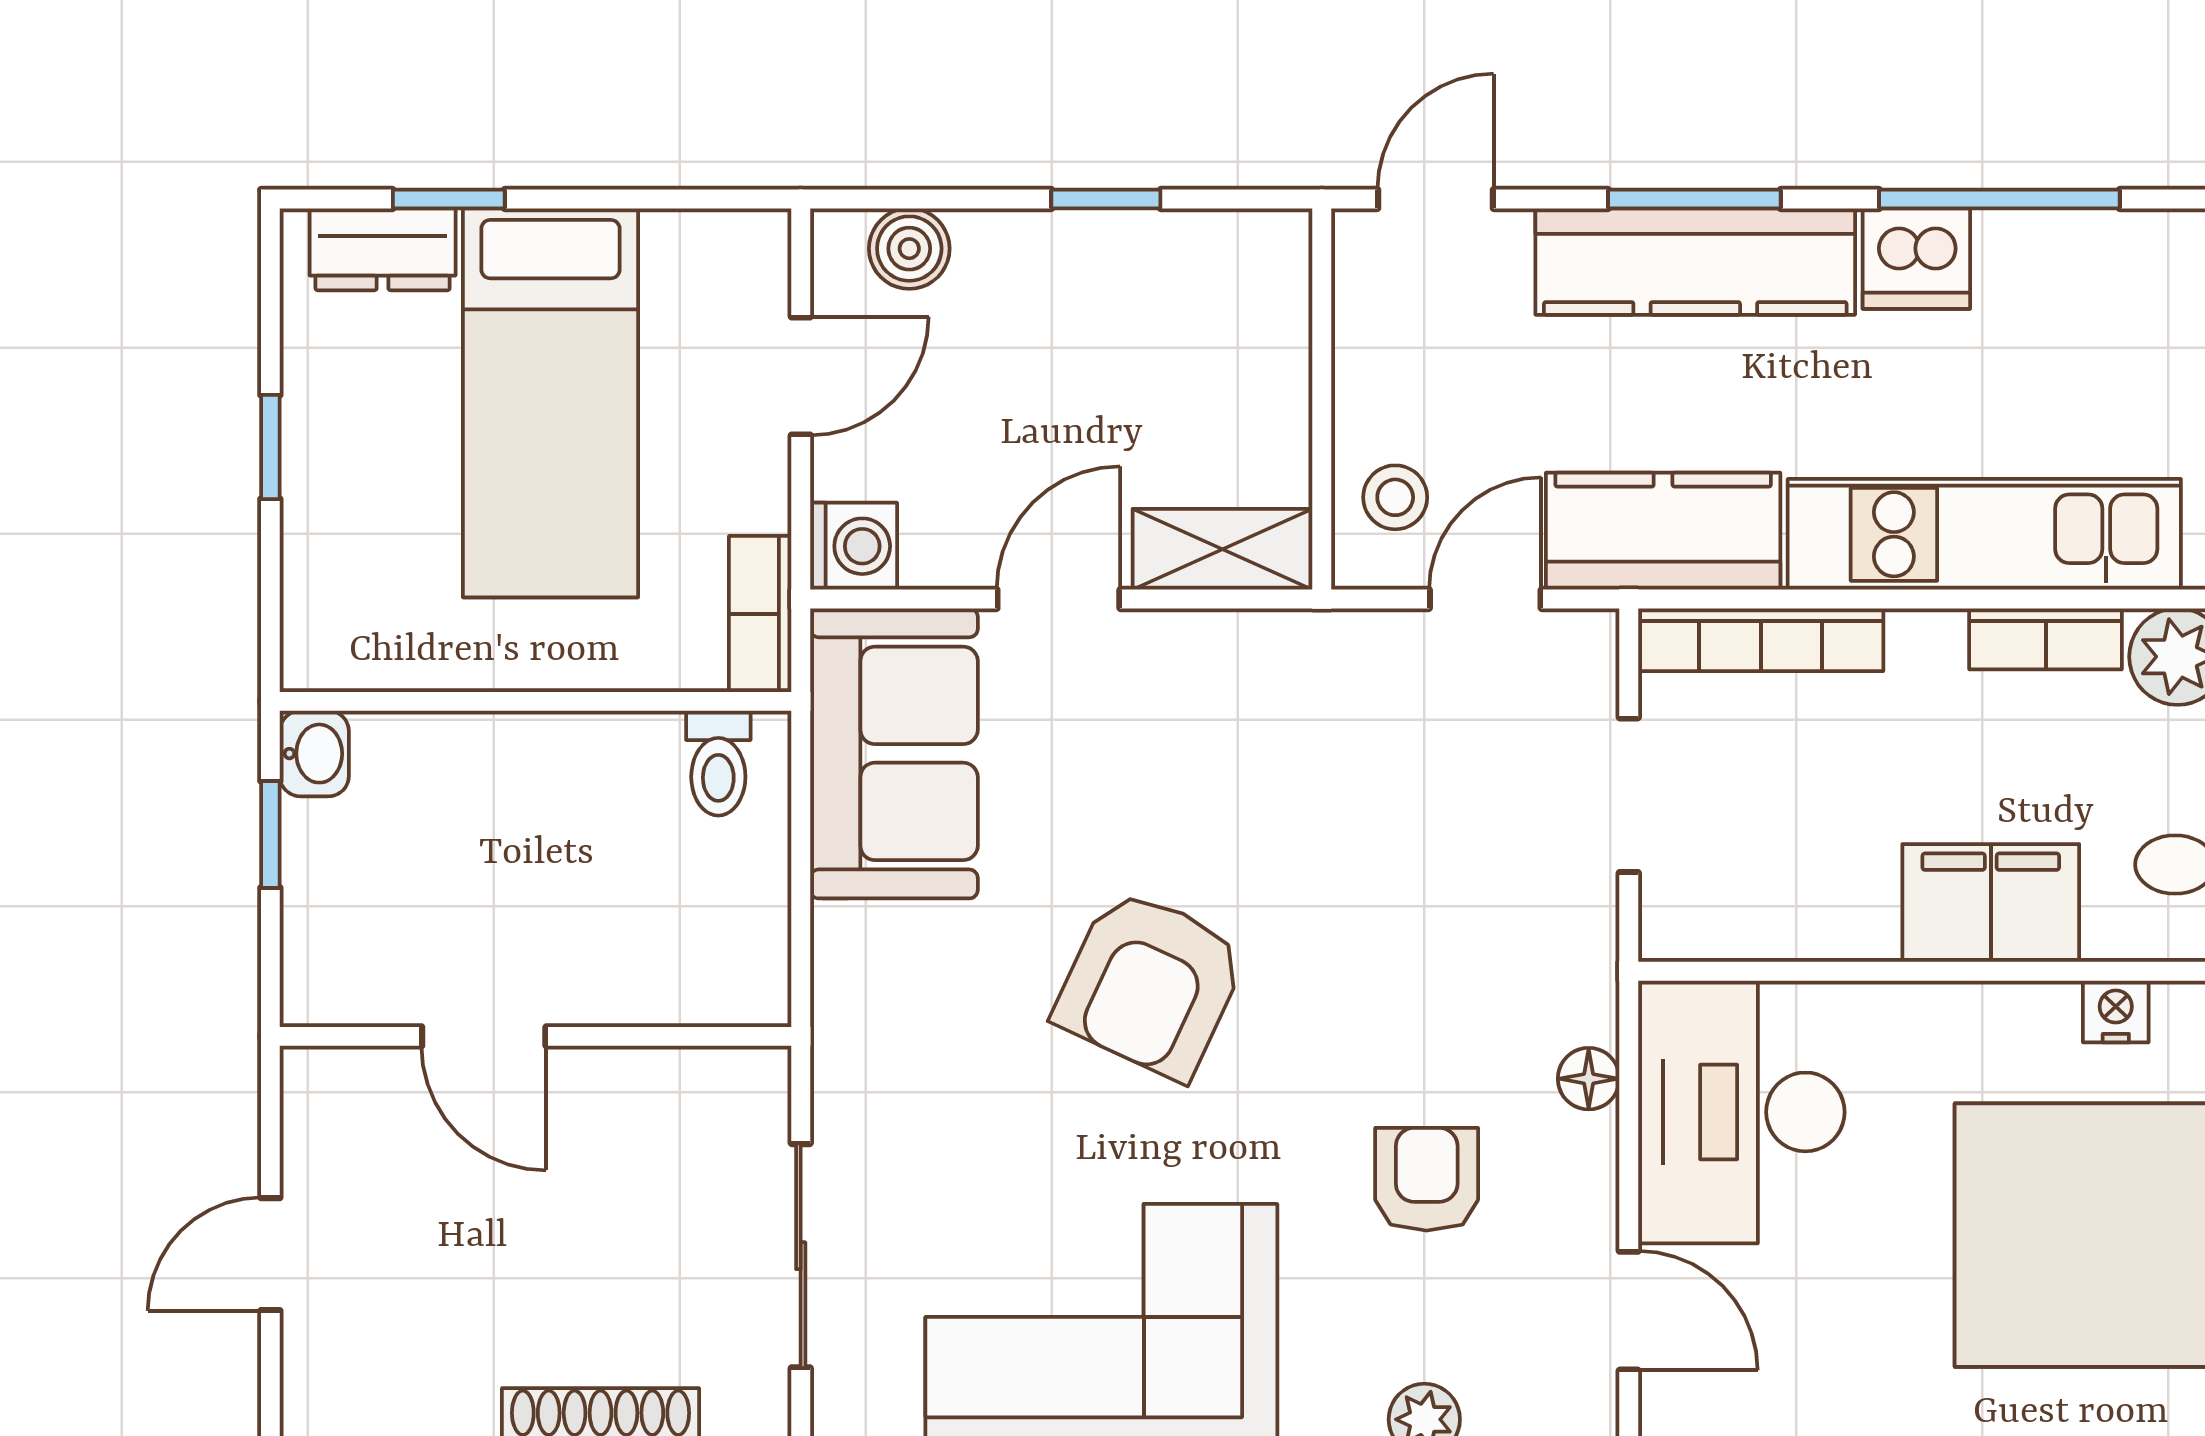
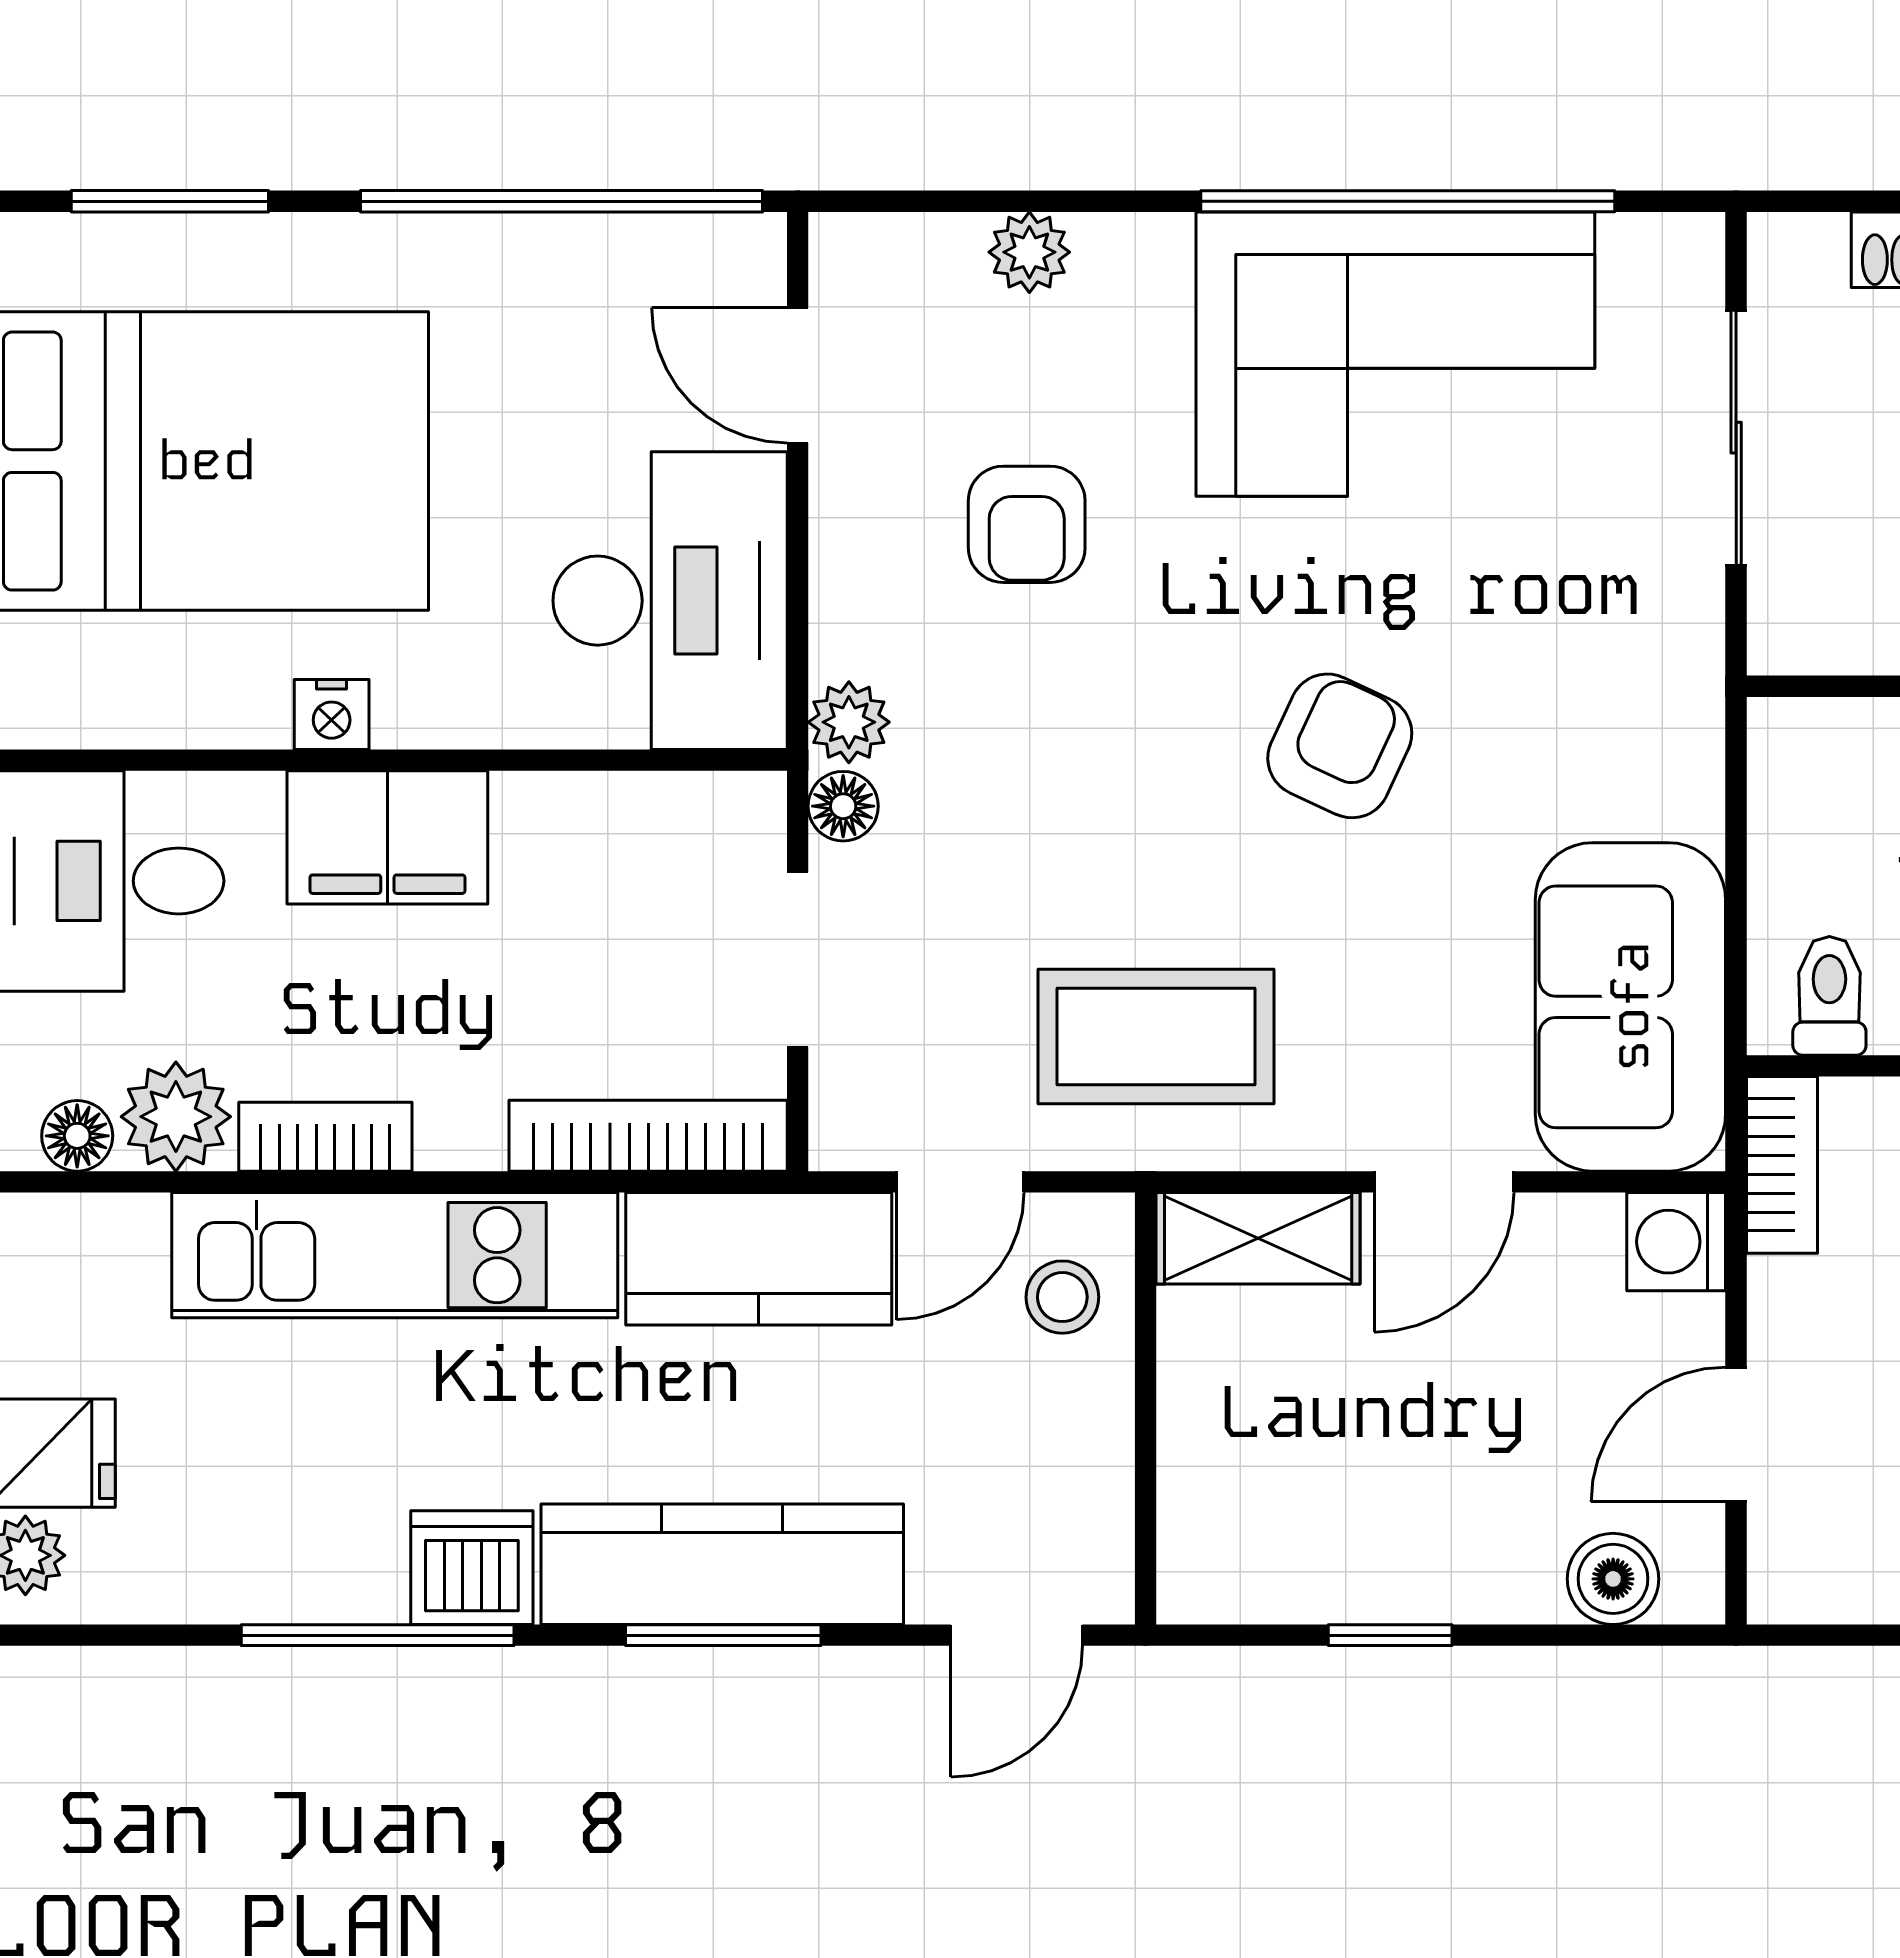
coffee table: (1313, 727) -> (1156, 1037), added
armchair: (1150, 984) -> (1340, 746), width x0.72, depth x0.72
plant: (1584, 1005) -> (849, 722), added
nightstand: (2116, 1011) -> (332, 714), moved
floor lamp: (1589, 1079) -> (843, 806), moved

